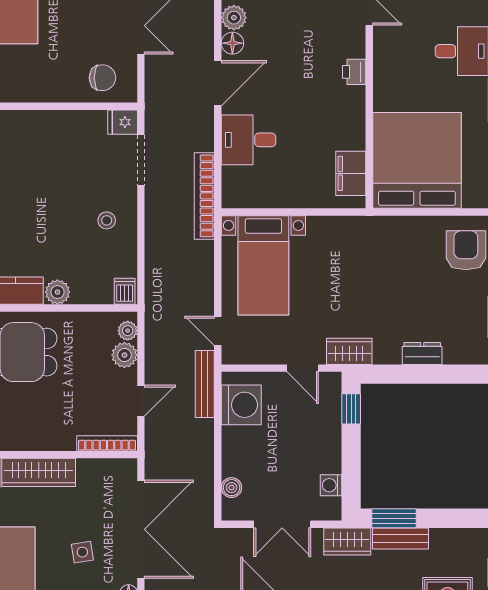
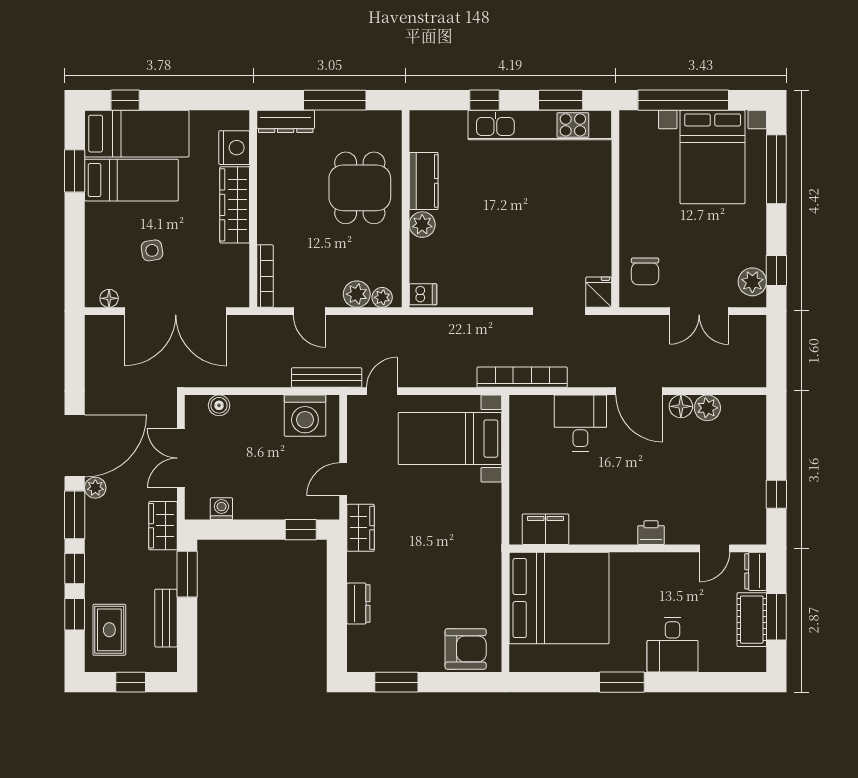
stool: (107, 220) -> (497, 276), removed
bench: (401, 539) -> (166, 618), moved

